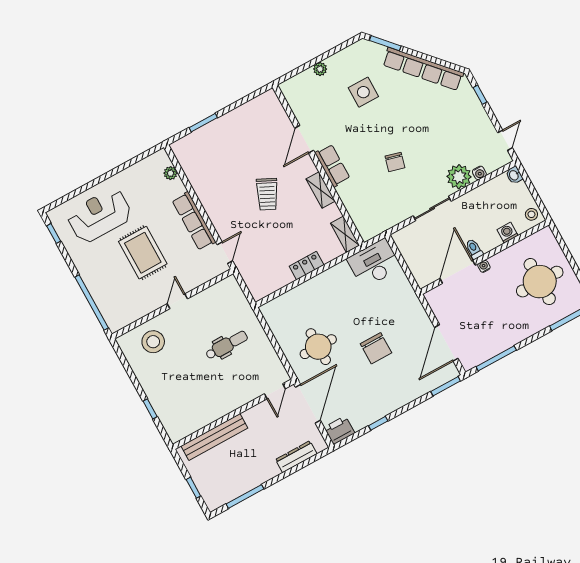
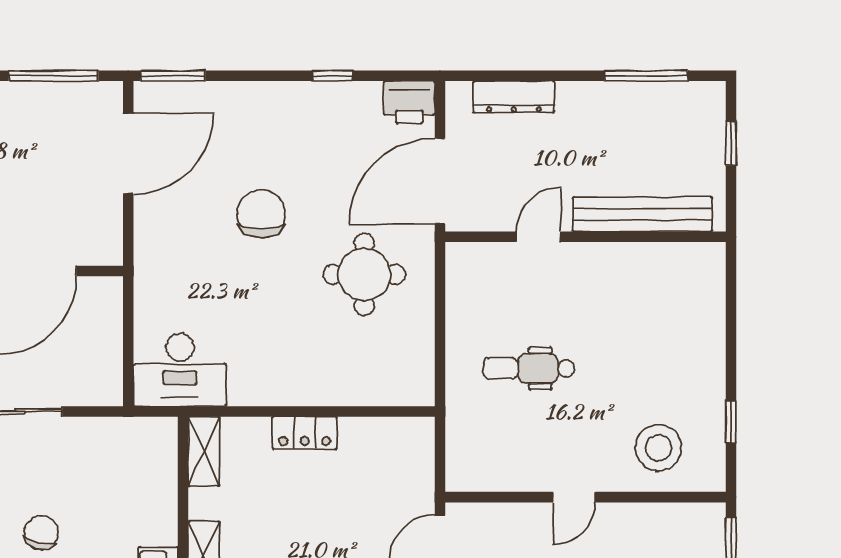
door: (275, 391) -> (538, 237), moved
window: (150, 409) -> (731, 422), moved

